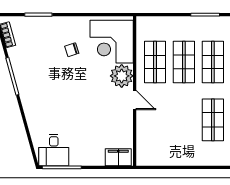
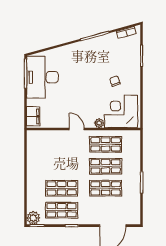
plant: (122, 76) -> (99, 123), width x0.53, depth x0.53
door: (135, 100) -> (77, 129), swing flipped
desk: (54, 150) -> (42, 77), width x1.87, depth x1.30

